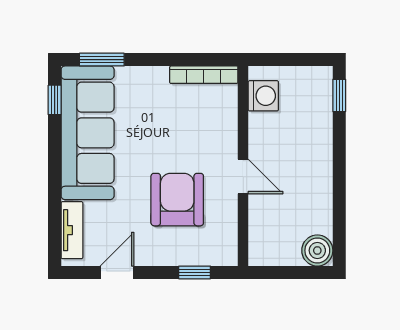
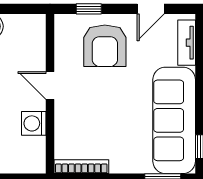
washing machine: (263, 96) -> (34, 123), moved
armchair: (177, 200) -> (105, 46), moved

